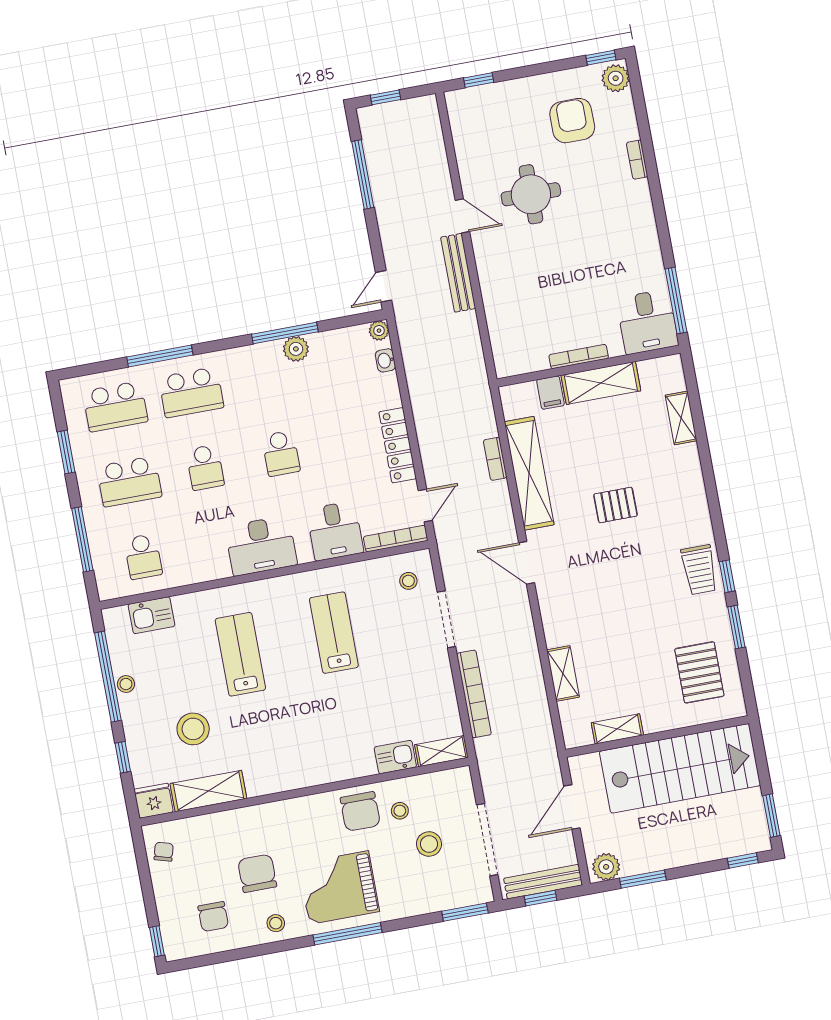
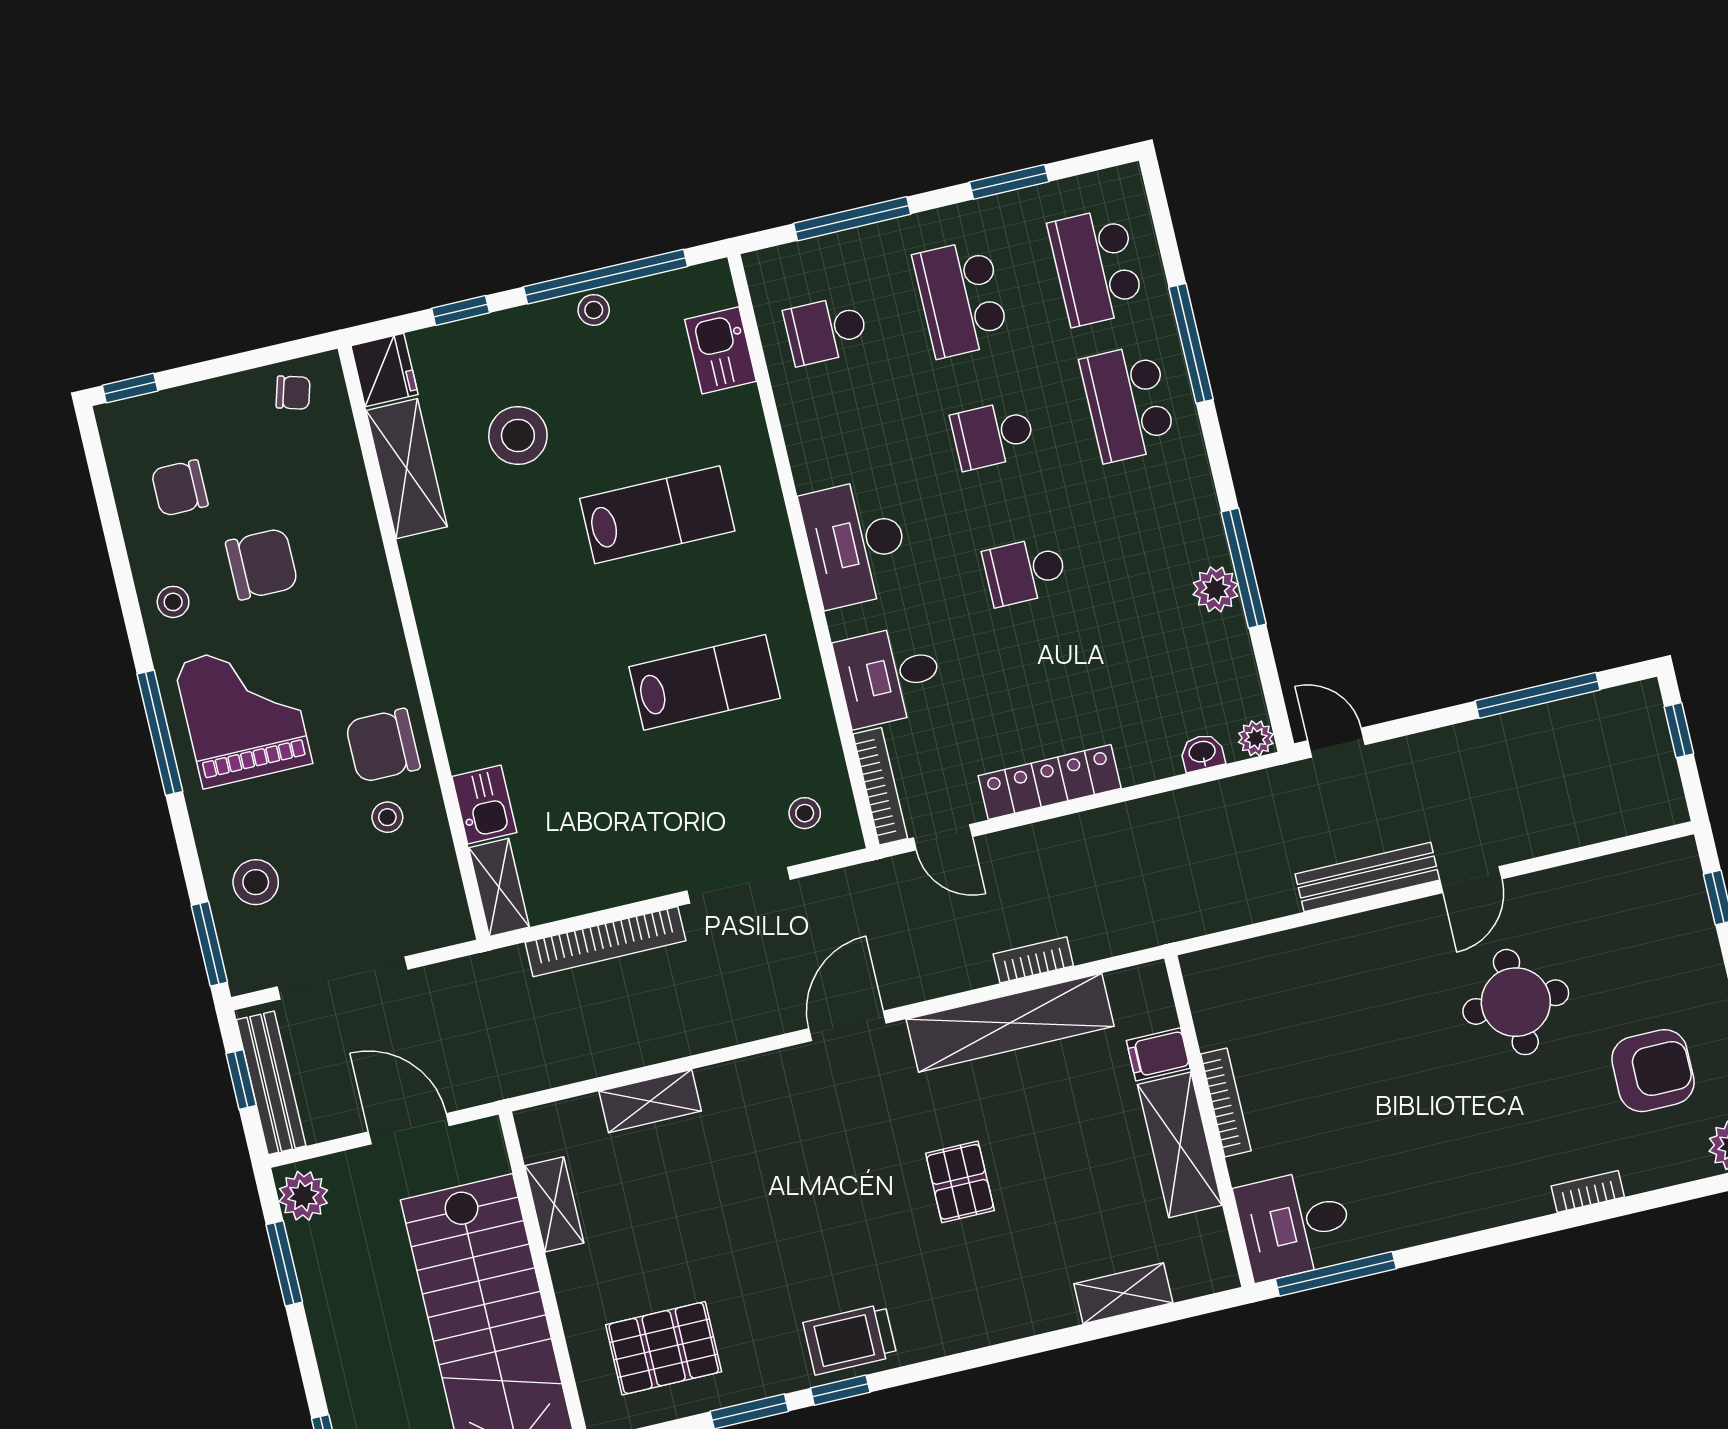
stool: (429, 844) -> (256, 882), moved

